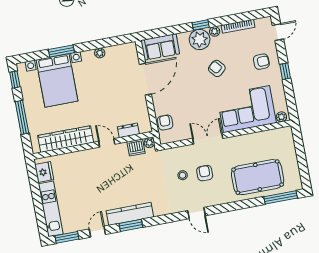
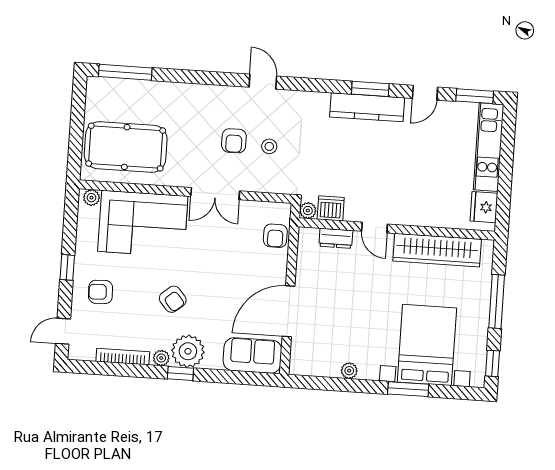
pool table: (258, 177) -> (126, 147), moved

